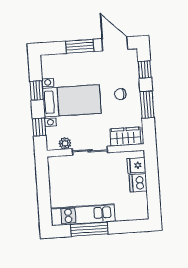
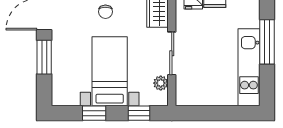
window: (89, 229) -> (267, 42), moved

